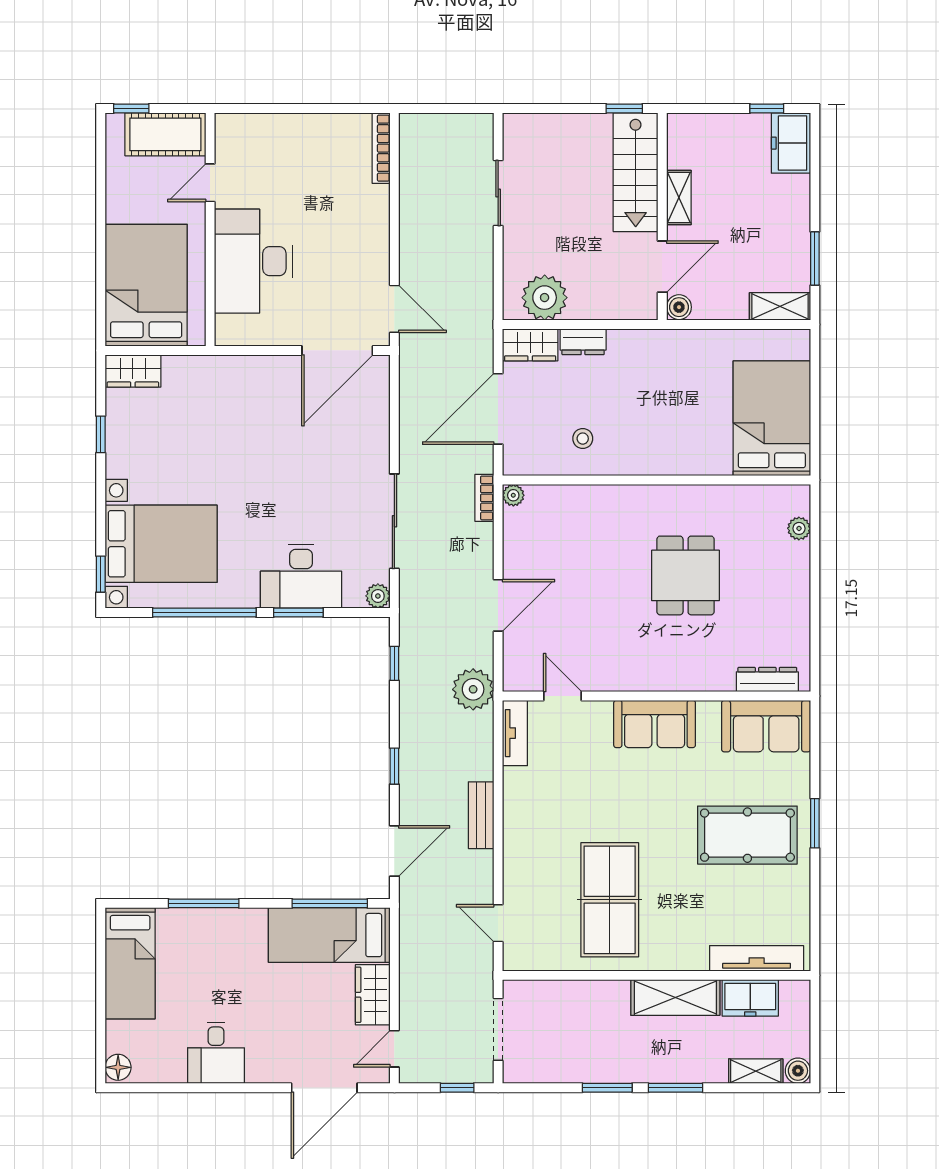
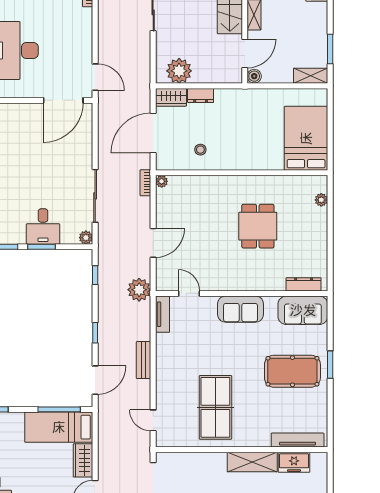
desk: (301, 576) -> (43, 227), width x0.73

